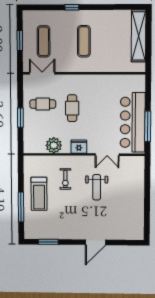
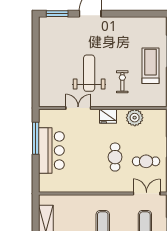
double door: (42, 73) -> (147, 194), swing flipped
bar counter: (133, 122) -> (51, 150), width x0.73
weight bench: (97, 187) -> (89, 73), width x1.36, depth x1.33
window: (48, 242) -> (57, 14), moved

